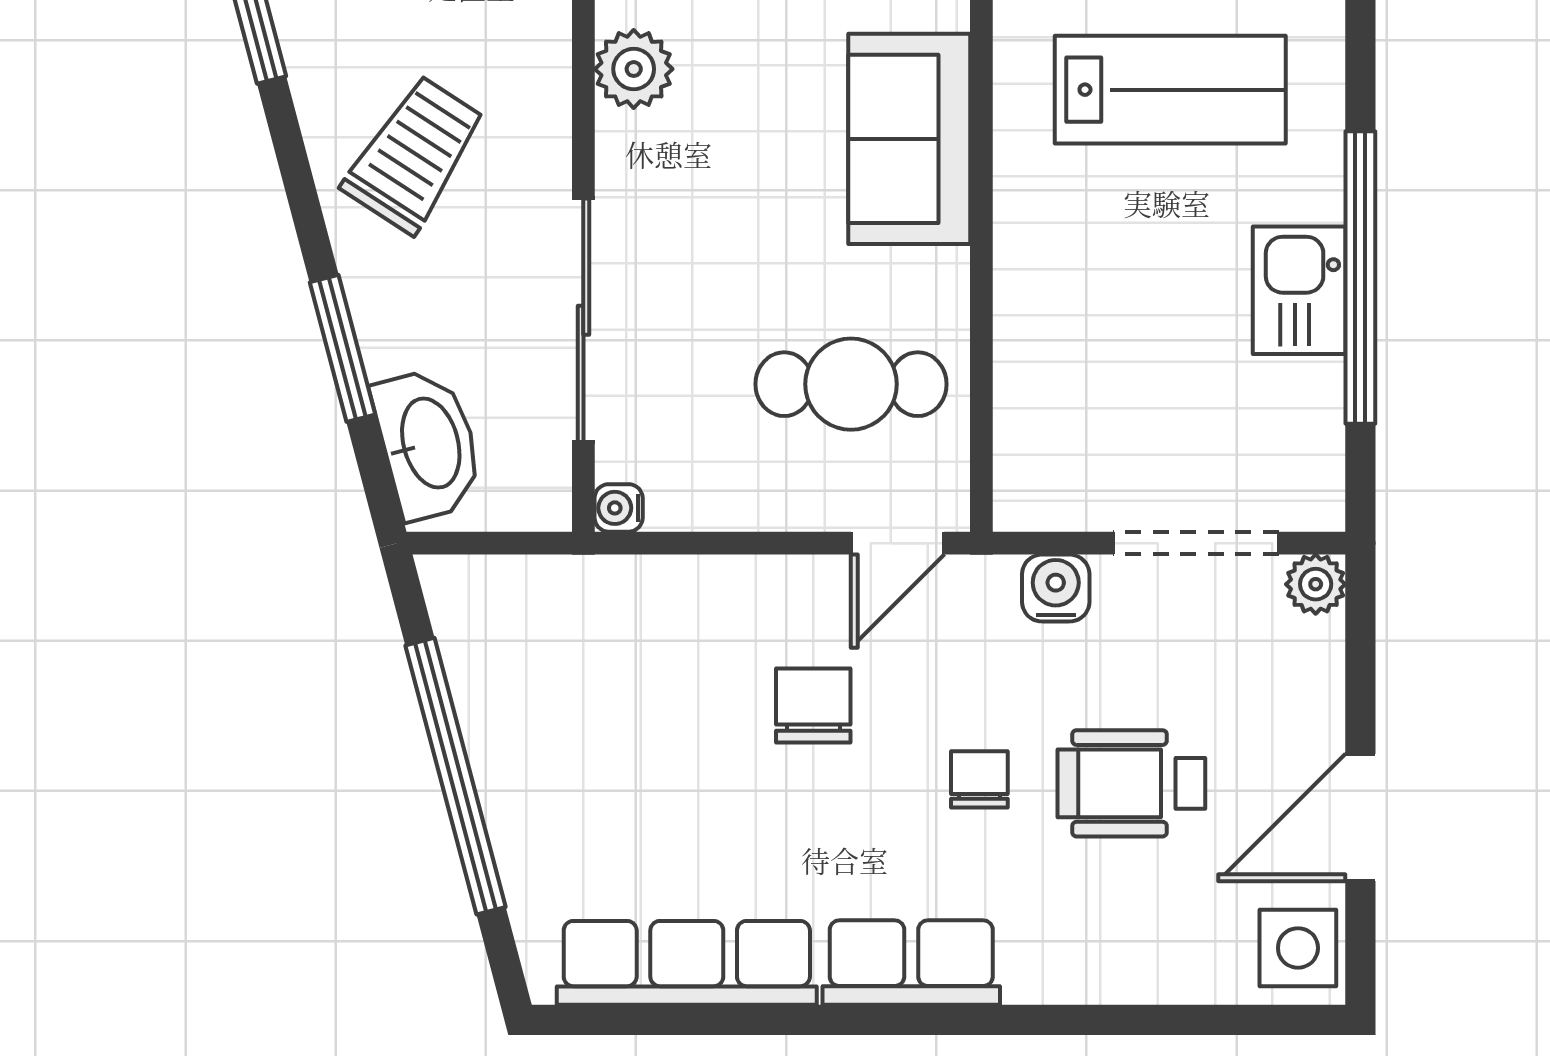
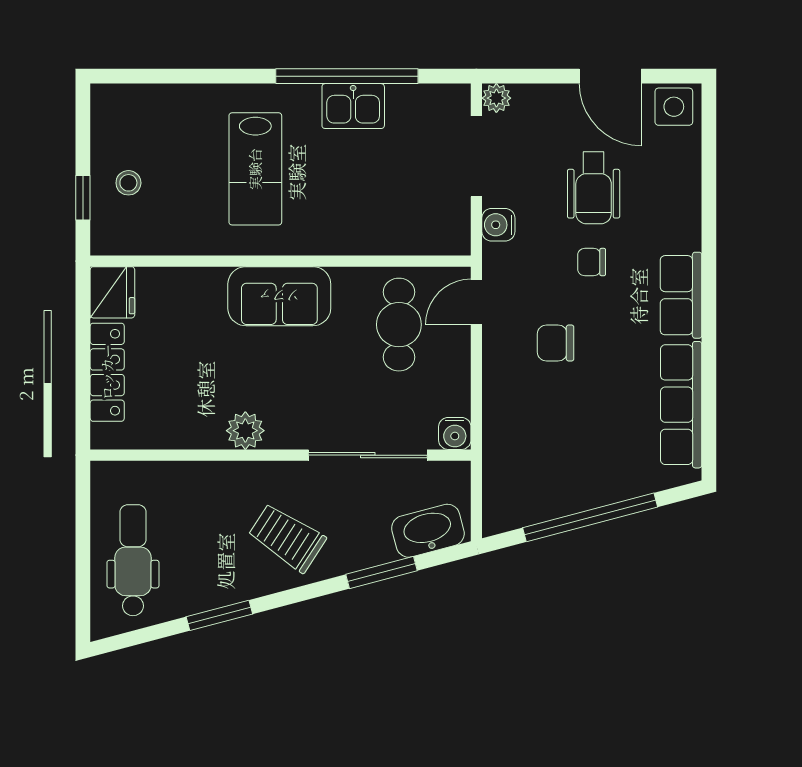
lab bench: (1170, 90) -> (255, 169), turned 180
water cooler: (619, 508) -> (455, 433), width x1.38, depth x1.38
door: (898, 543) -> (476, 302), swing flipped

